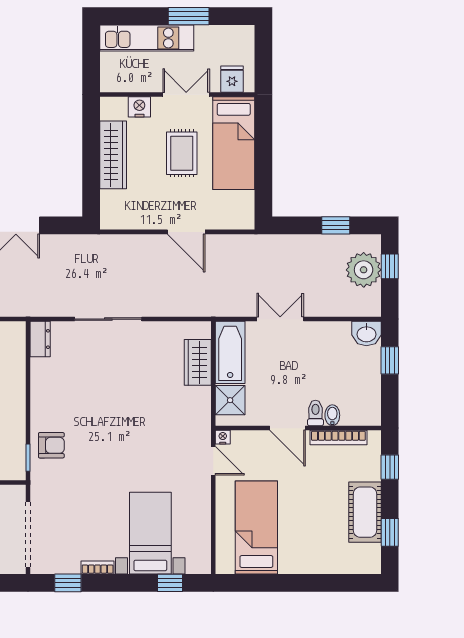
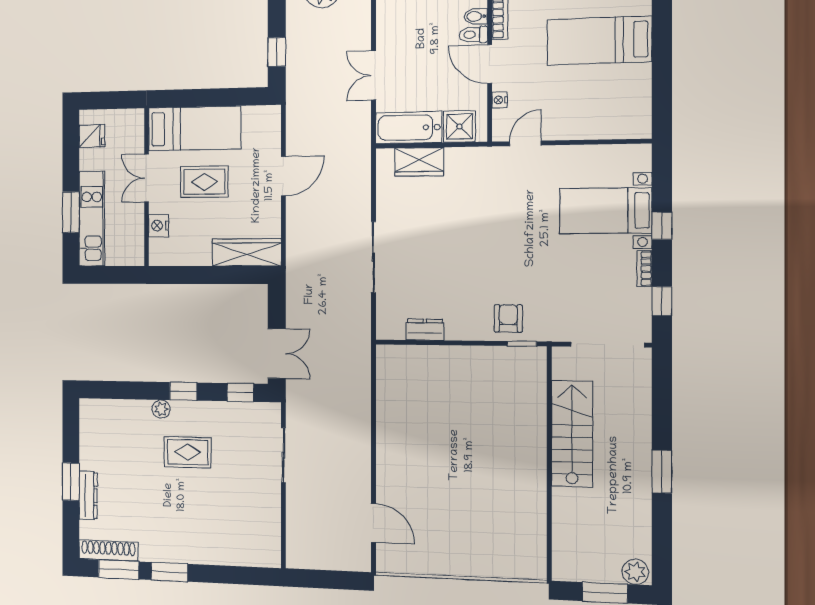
window: (189, 16) -> (71, 212), moved
fridge: (232, 79) -> (92, 136), moved, turned 180
wardrobe: (113, 155) -> (247, 252), moved
window: (336, 225) -> (277, 52), moved
dresser: (40, 339) -> (425, 330), moved
door: (288, 428) -> (490, 64), swing flipped
nightstand: (223, 437) -> (500, 100), moved
bed: (256, 527) -> (599, 41), moved
window: (170, 583) -> (662, 226), moved

